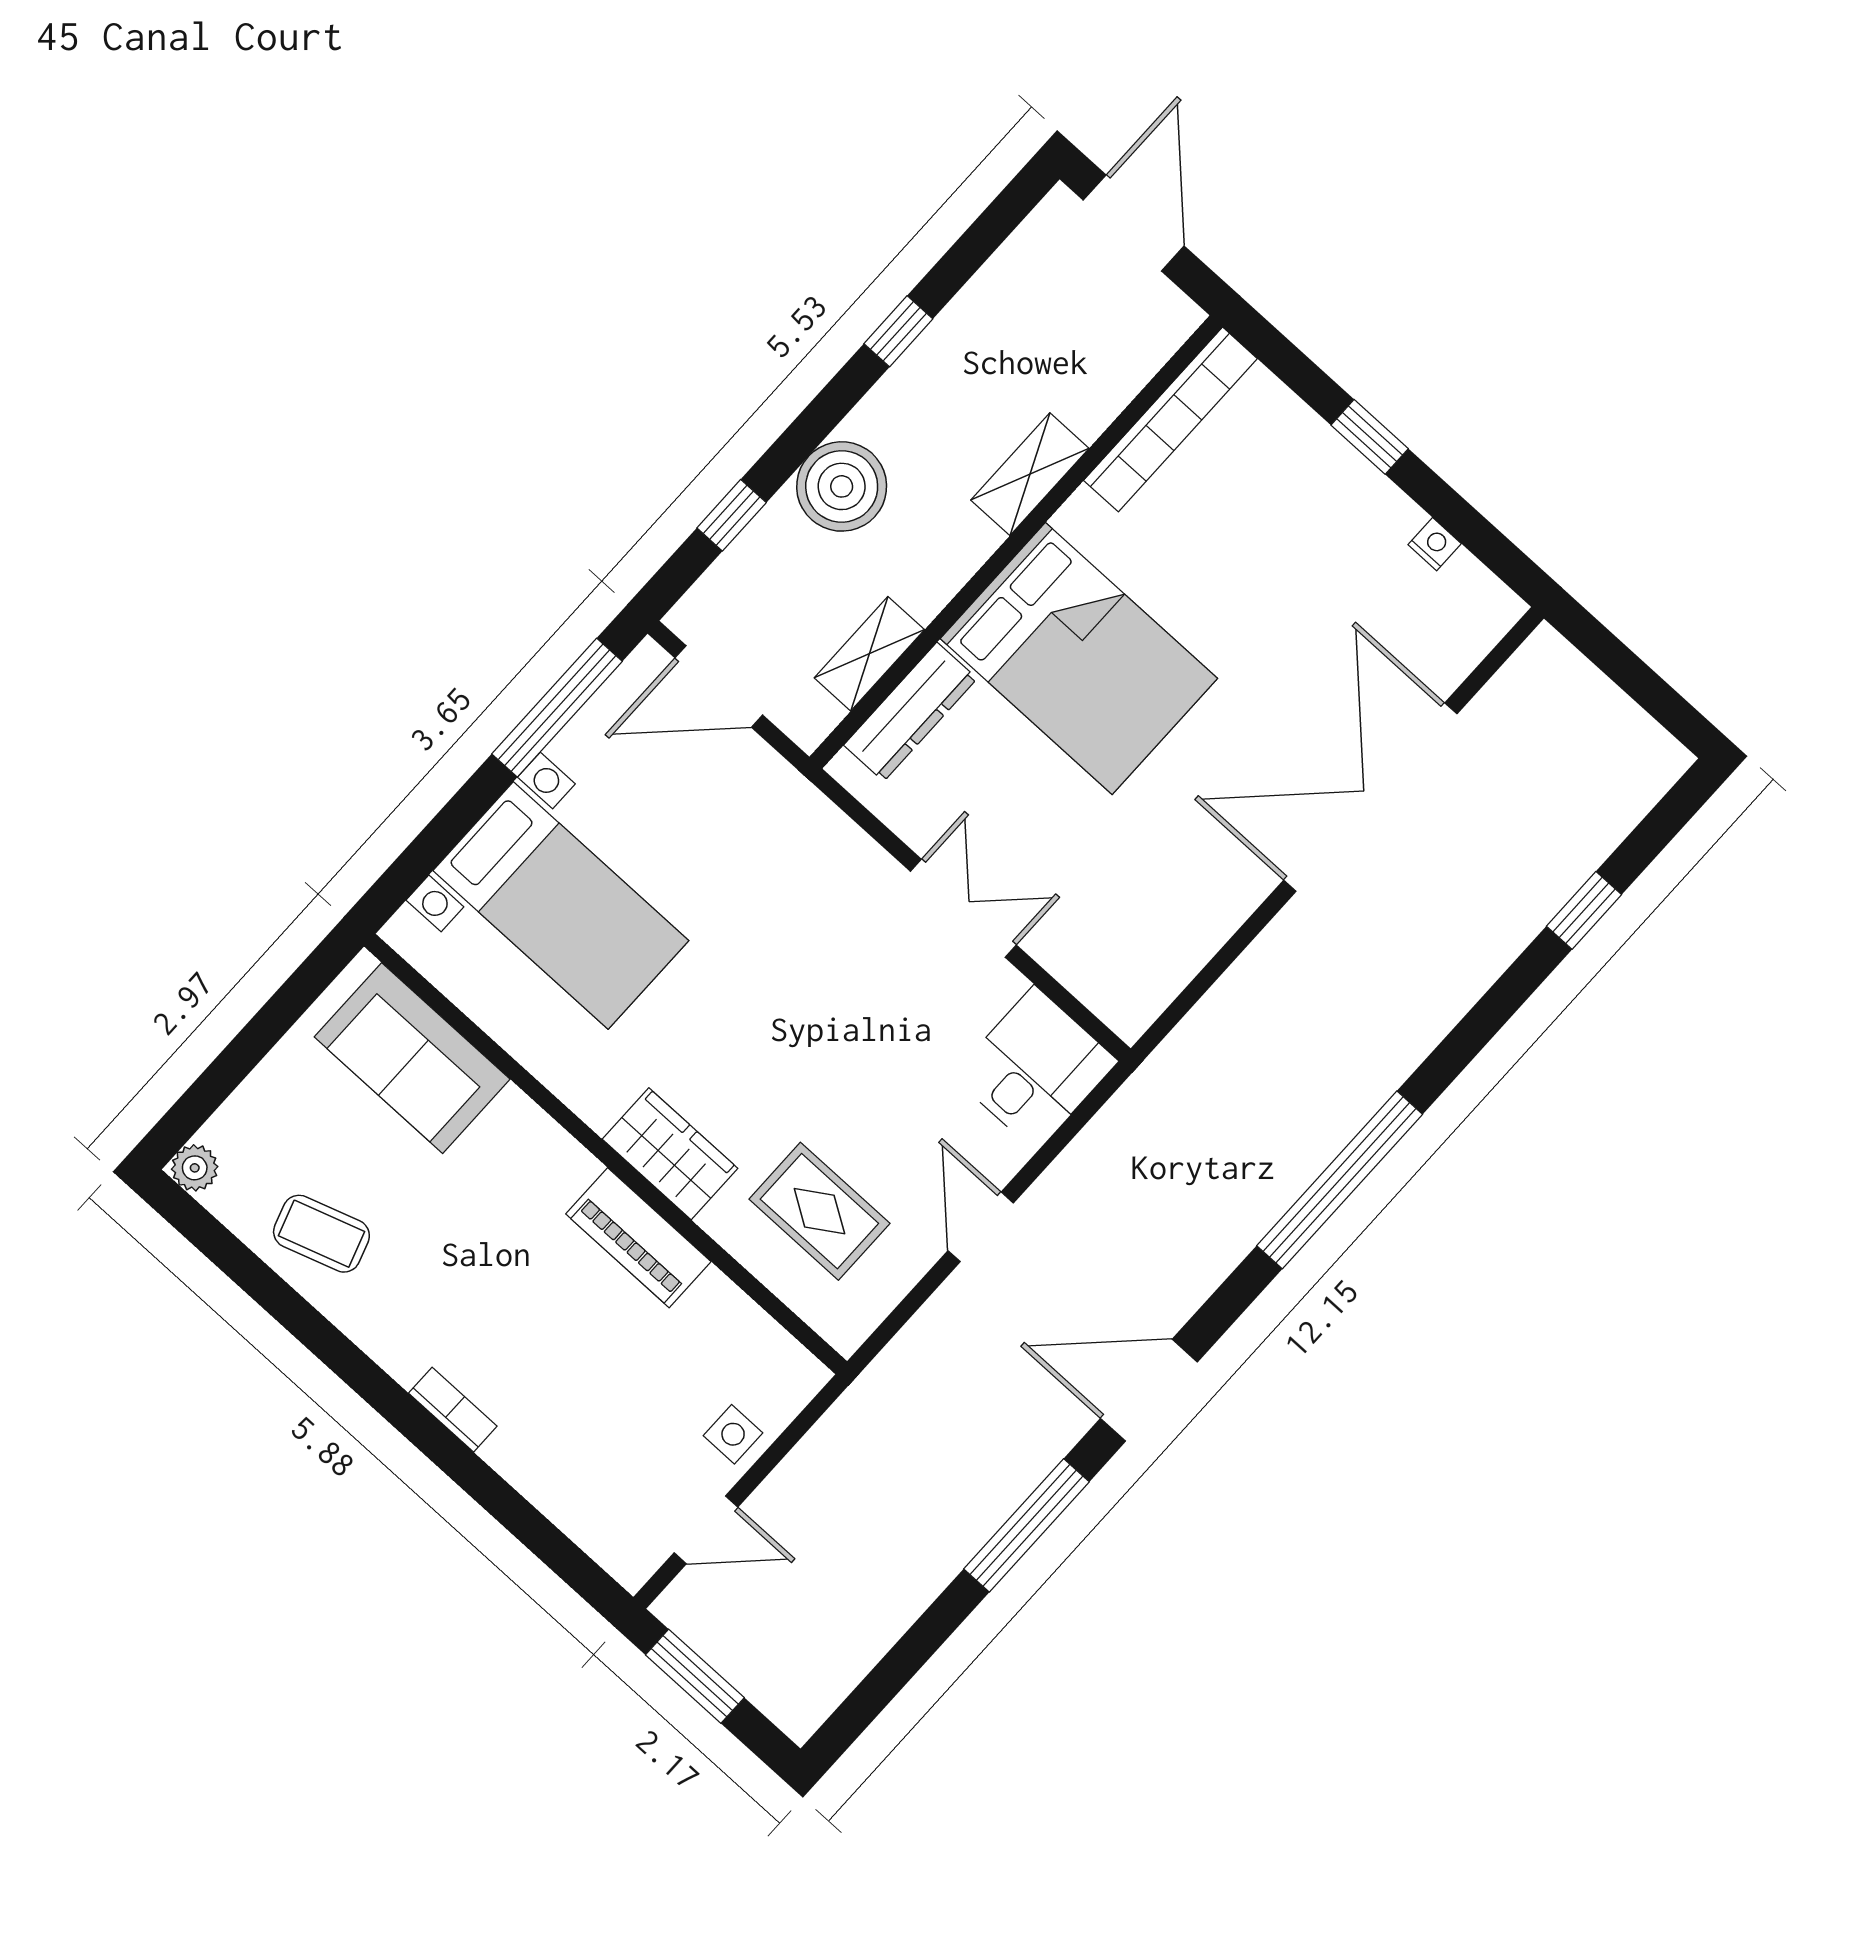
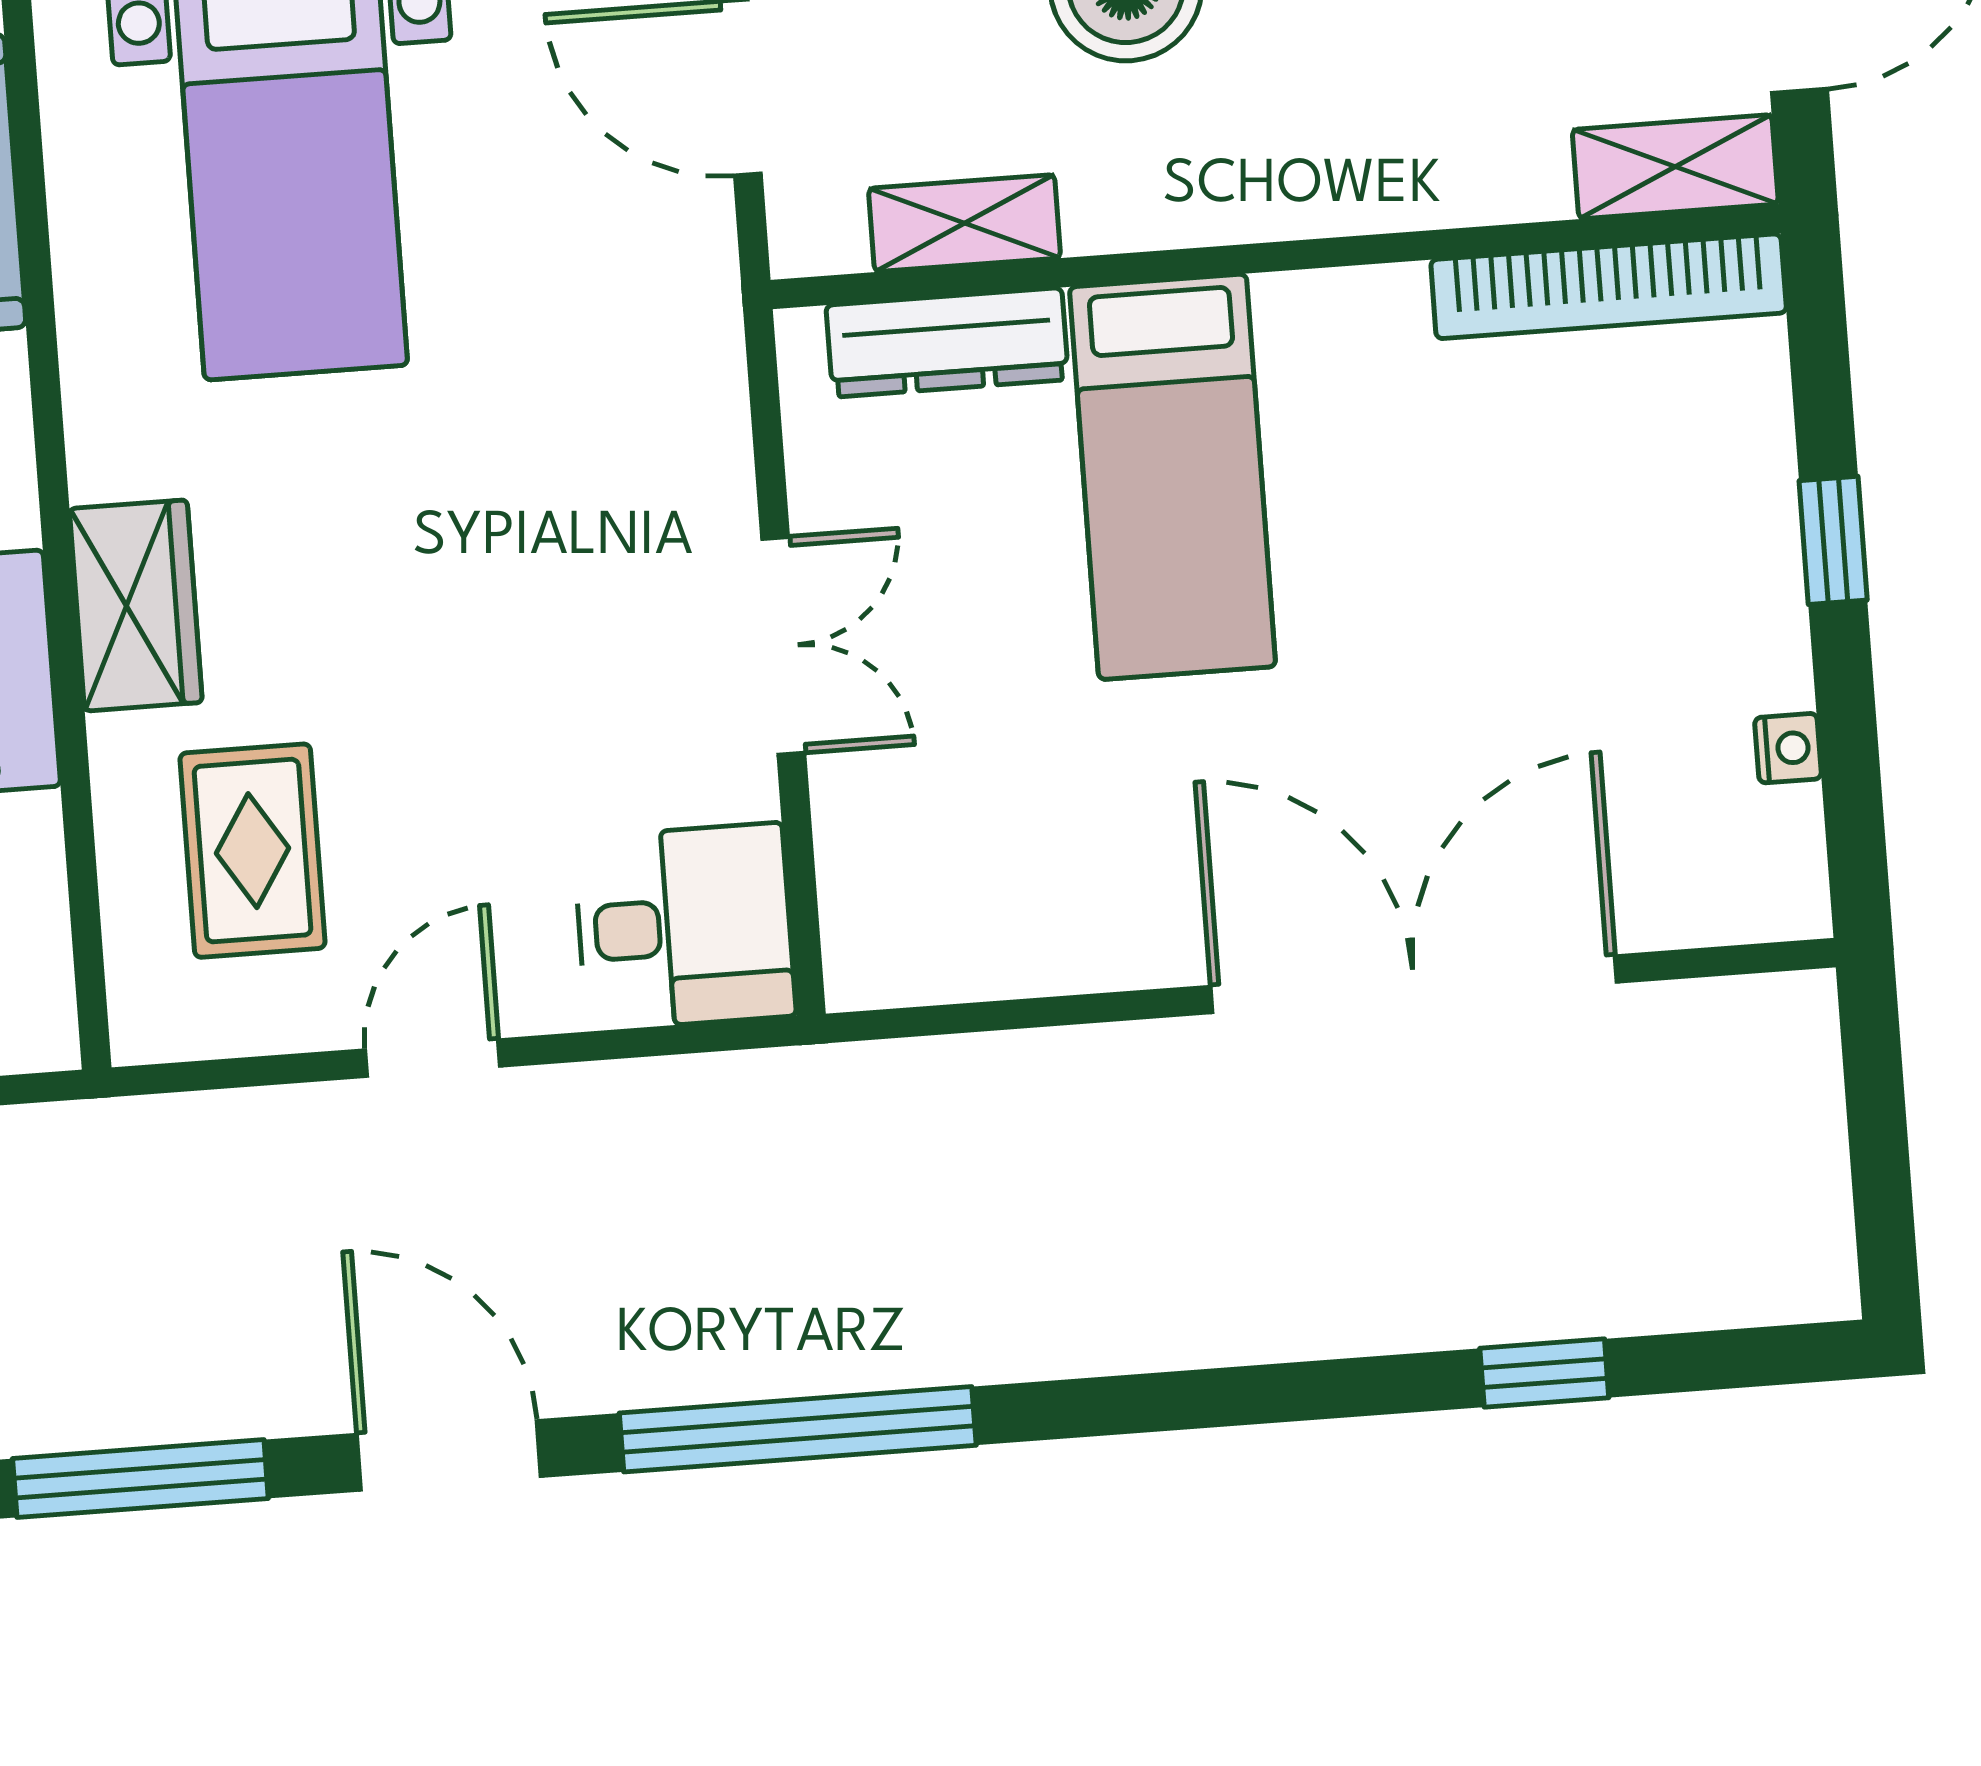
shelving: (1030, 474) -> (1675, 167), moved
bed: (1079, 658) -> (1173, 477), width x0.67
window: (1340, 1180) -> (798, 1429), moved

